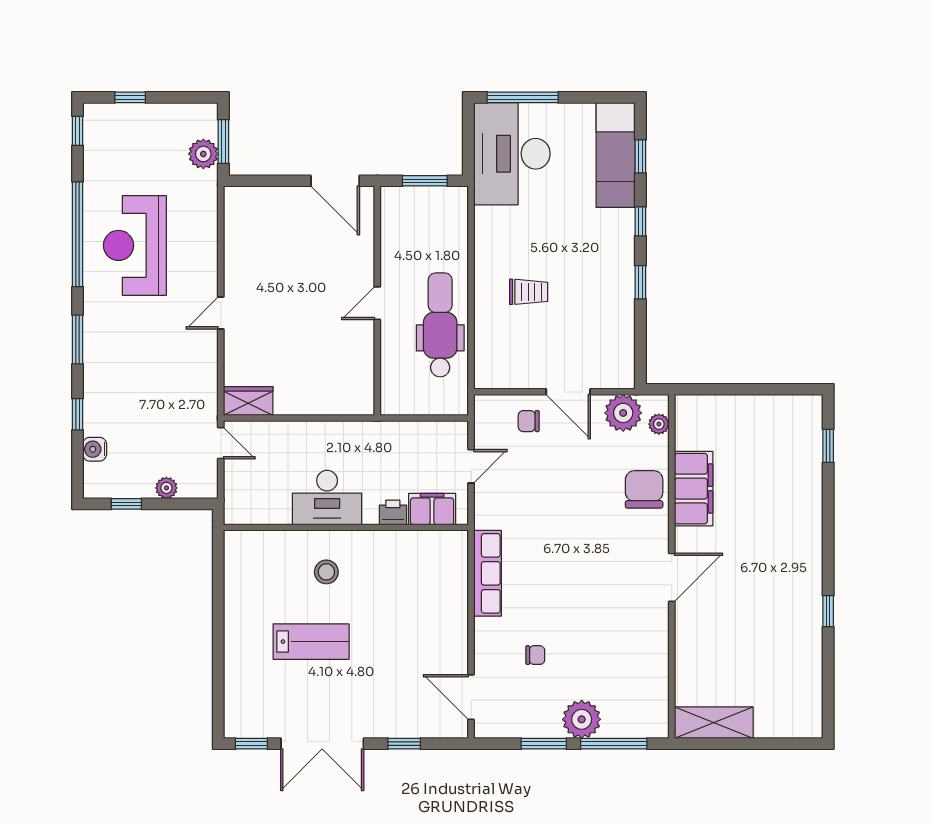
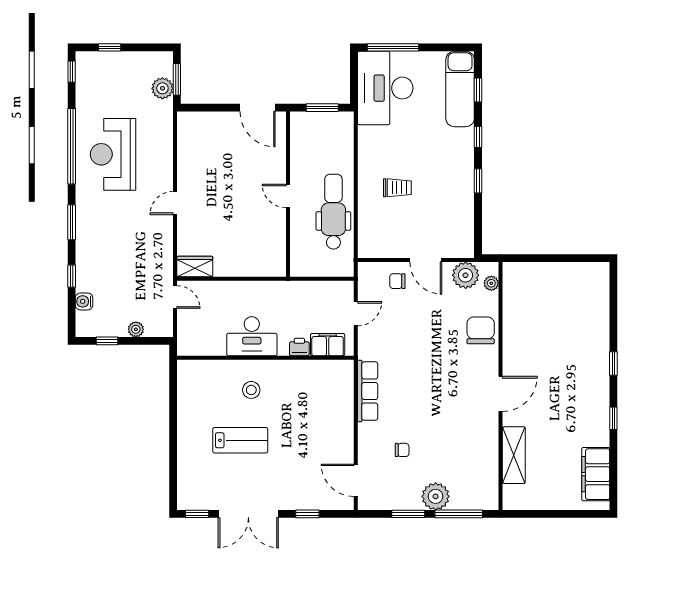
door: (377, 303) -> (288, 196), hinge flipped
window: (828, 446) -> (613, 364), moved
filing cabinet: (694, 489) -> (596, 474), moved, turned 180
shelving: (714, 723) -> (514, 455), moved, turned 90

